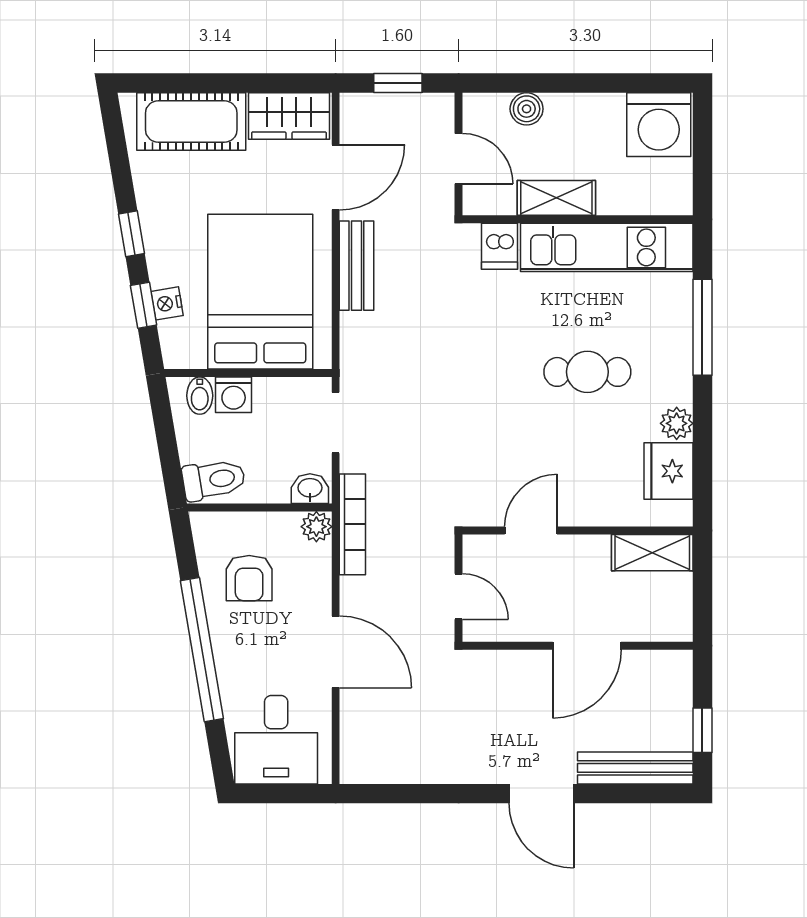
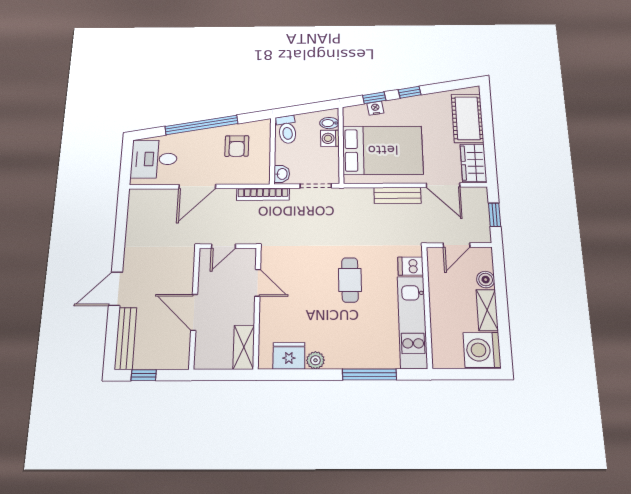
shelving: (556, 198) -> (487, 310), moved
cafe table: (587, 372) -> (350, 280), moved
plant: (316, 527) -> (262, 177), removed
armchair: (249, 578) -> (237, 146), turned -90

